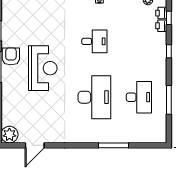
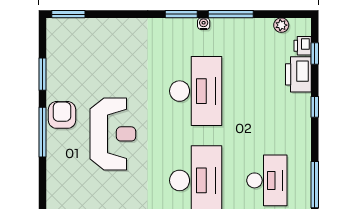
printer: (161, 26) -> (298, 74), width x1.87, depth x1.48
desk: (94, 41) -> (196, 91), width x1.87, depth x1.30

